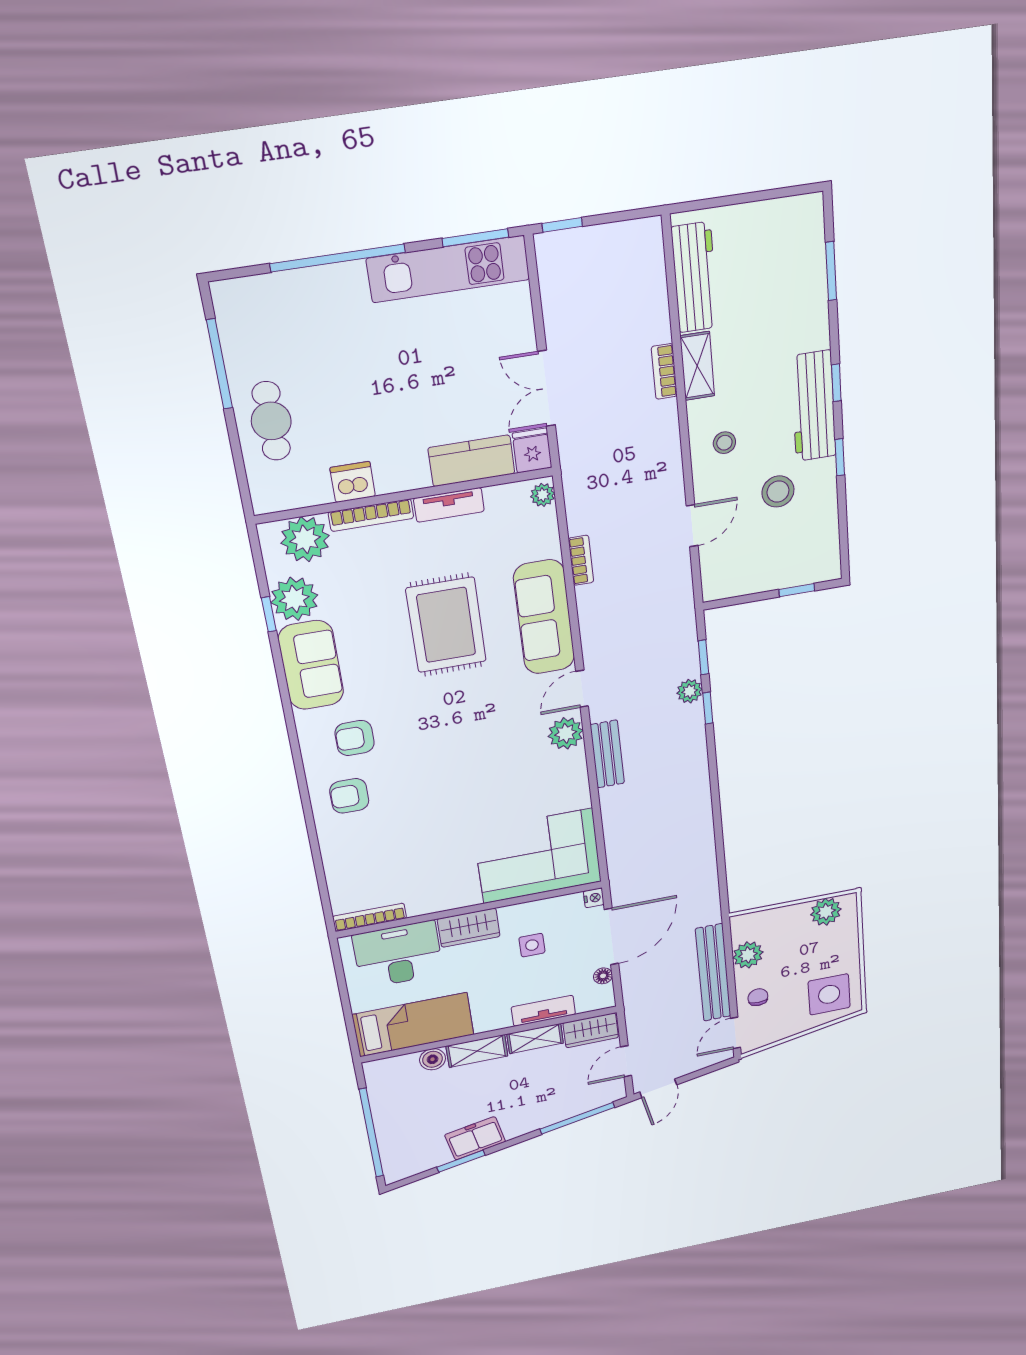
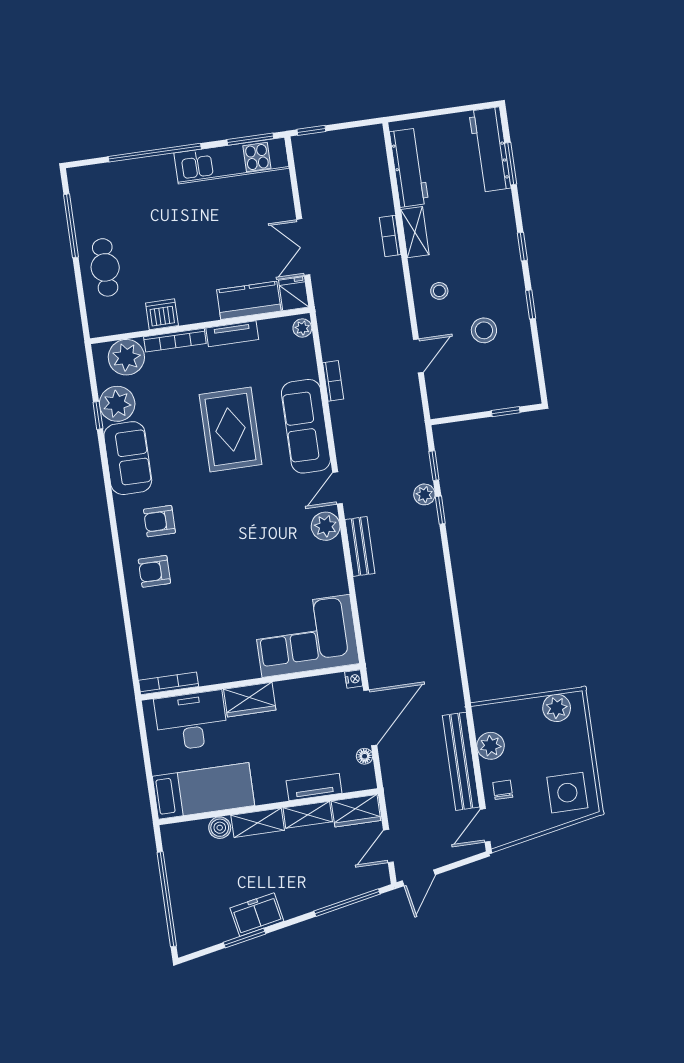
workbench: (814, 406) -> (490, 150), moved
side table: (532, 945) -> (303, 721), removed

